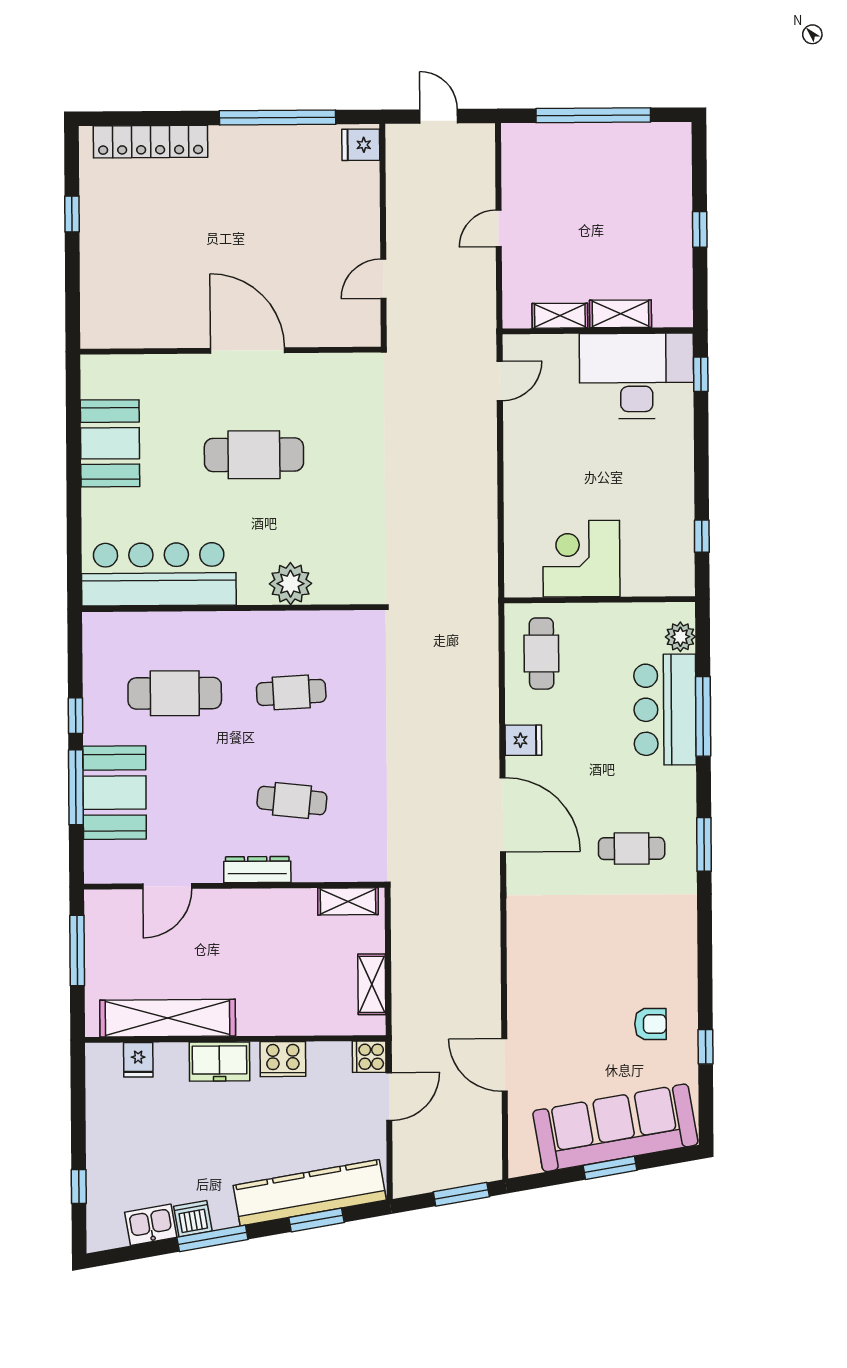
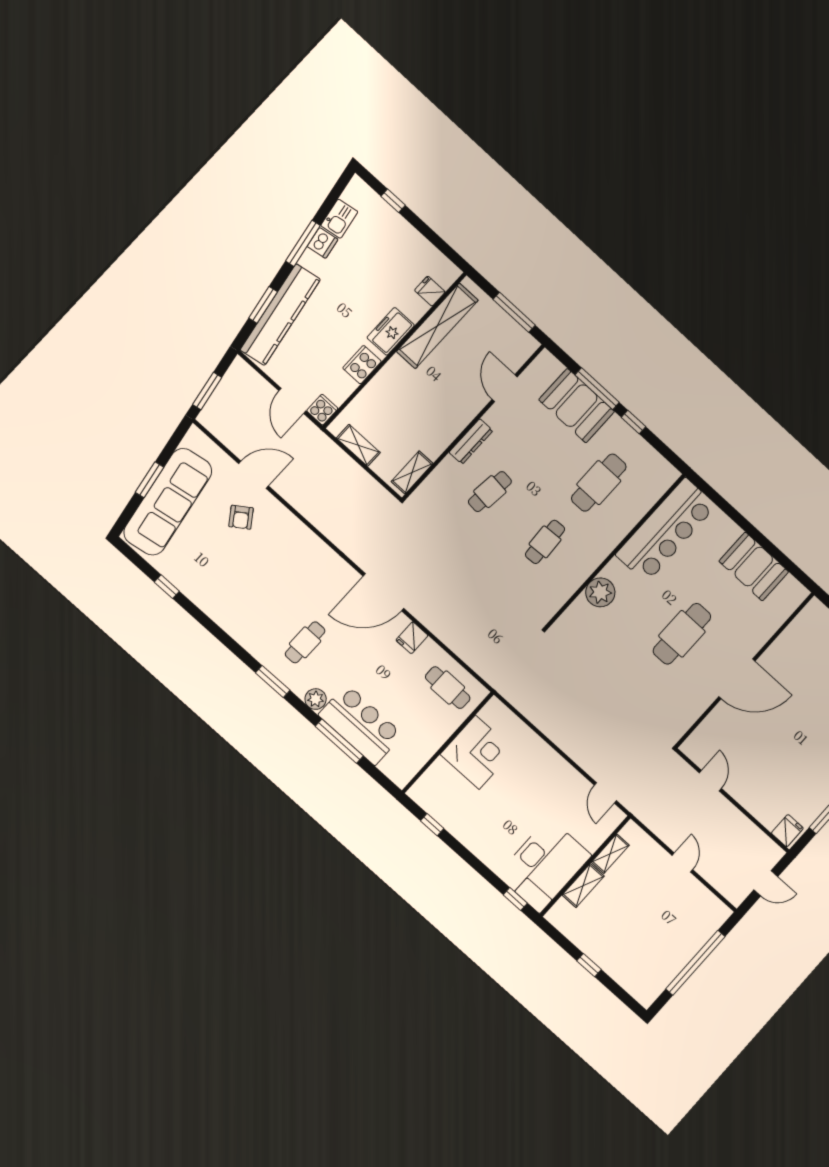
plant: (680, 637) -> (316, 699), moved
armchair: (650, 1024) -> (241, 517), moved, turned -35

